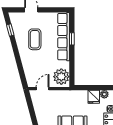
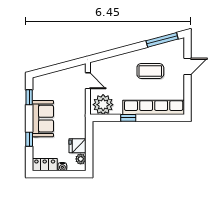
window: (10, 30) -> (162, 40), width x2.17
window: (72, 39) -> (128, 118), moved

